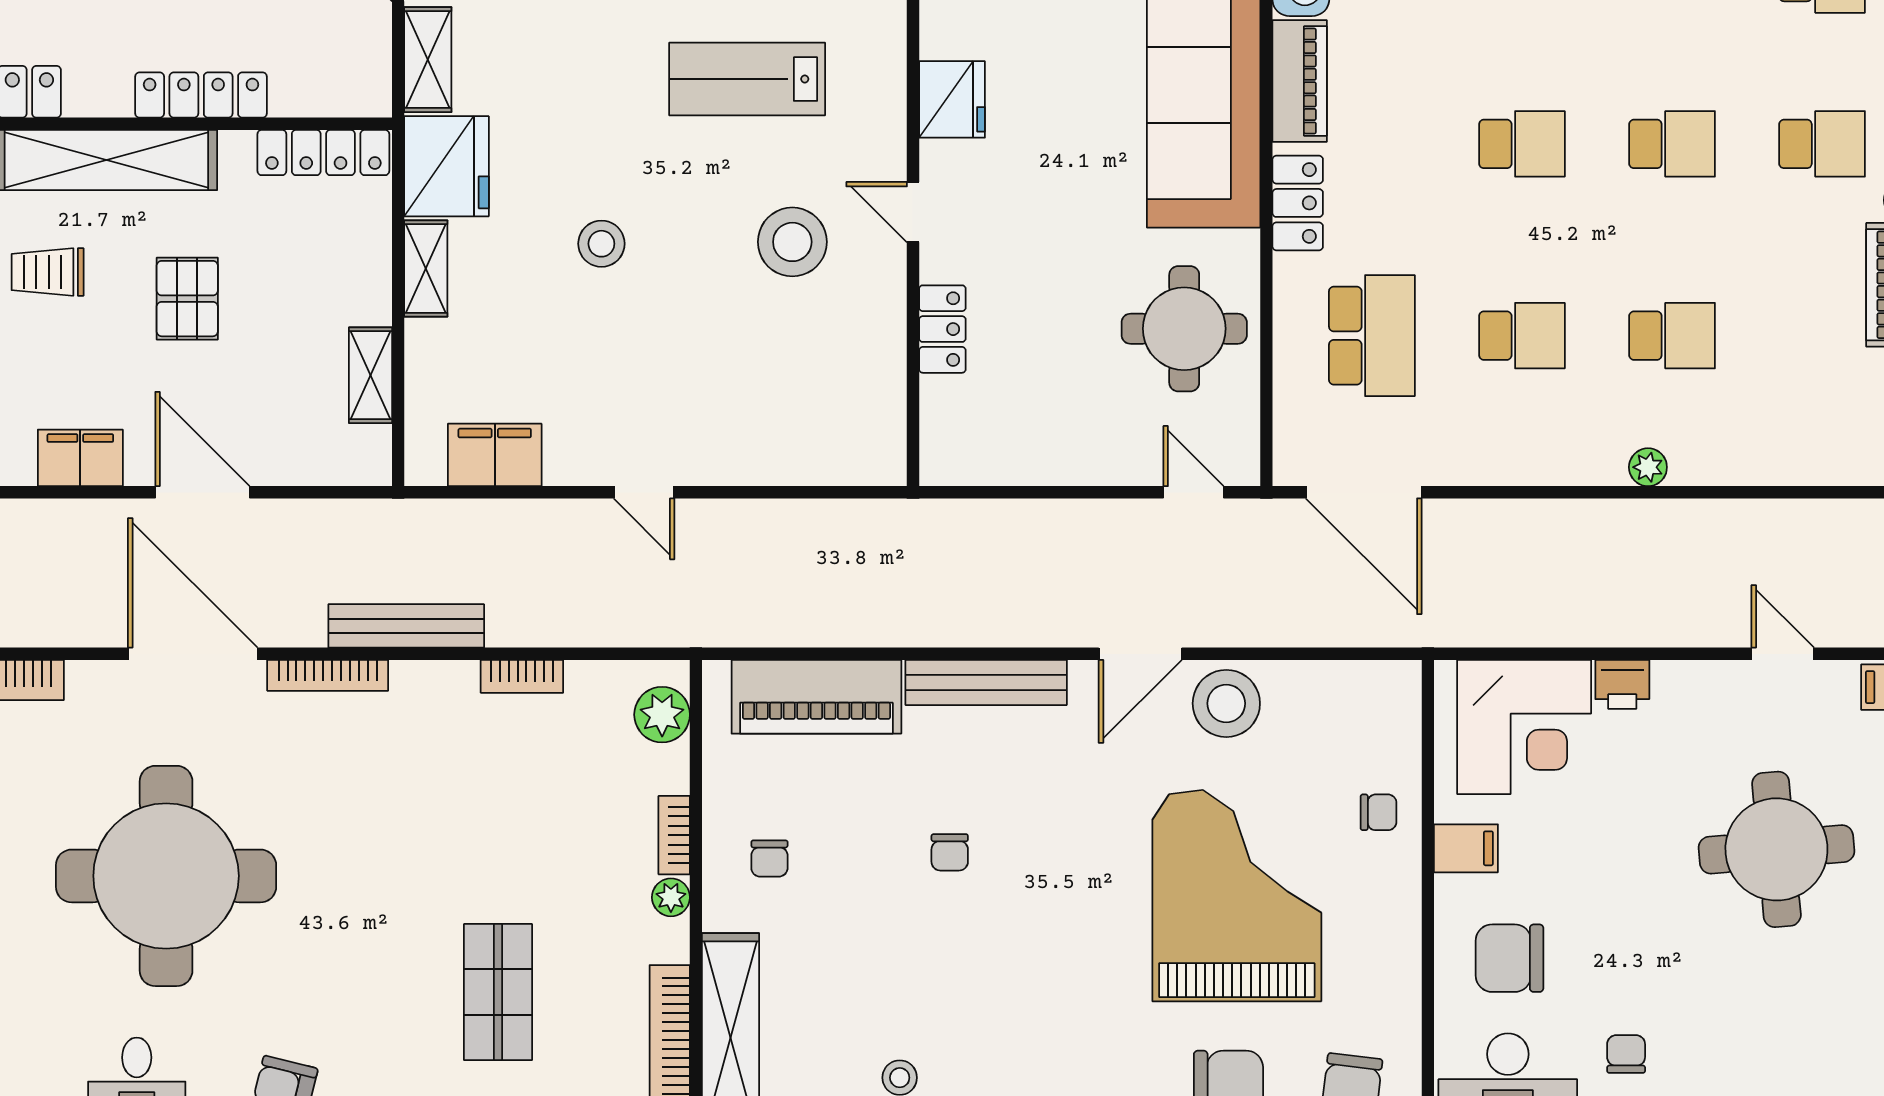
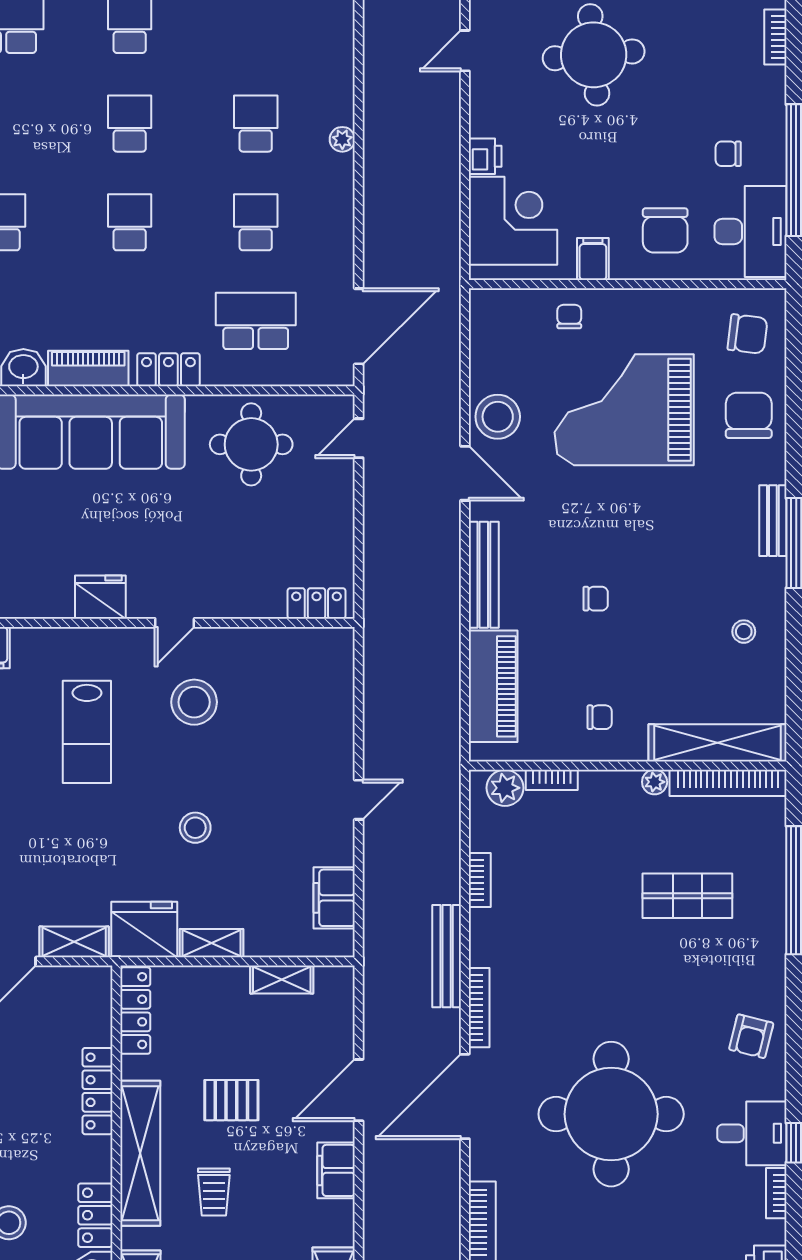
locker: (942, 329) -> (316, 603), moved
bookcase: (674, 835) -> (552, 780), moved
plant: (671, 897) -> (655, 782), moved

